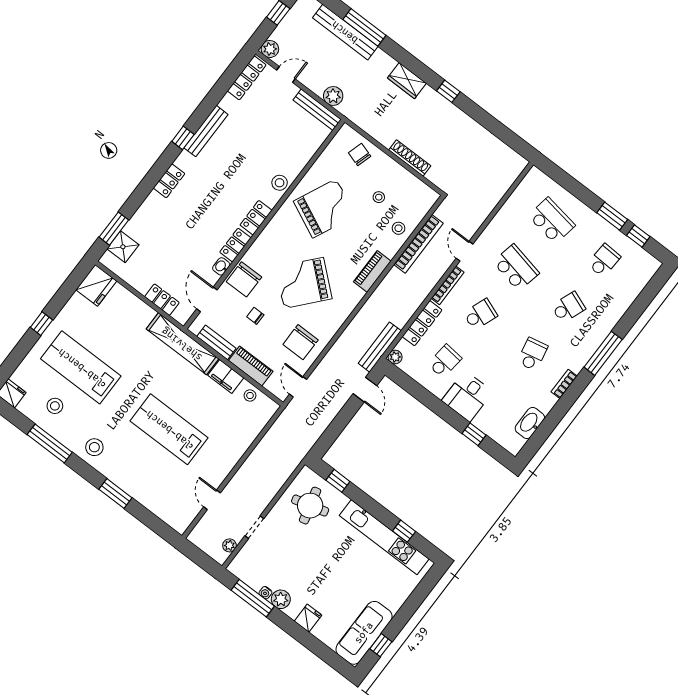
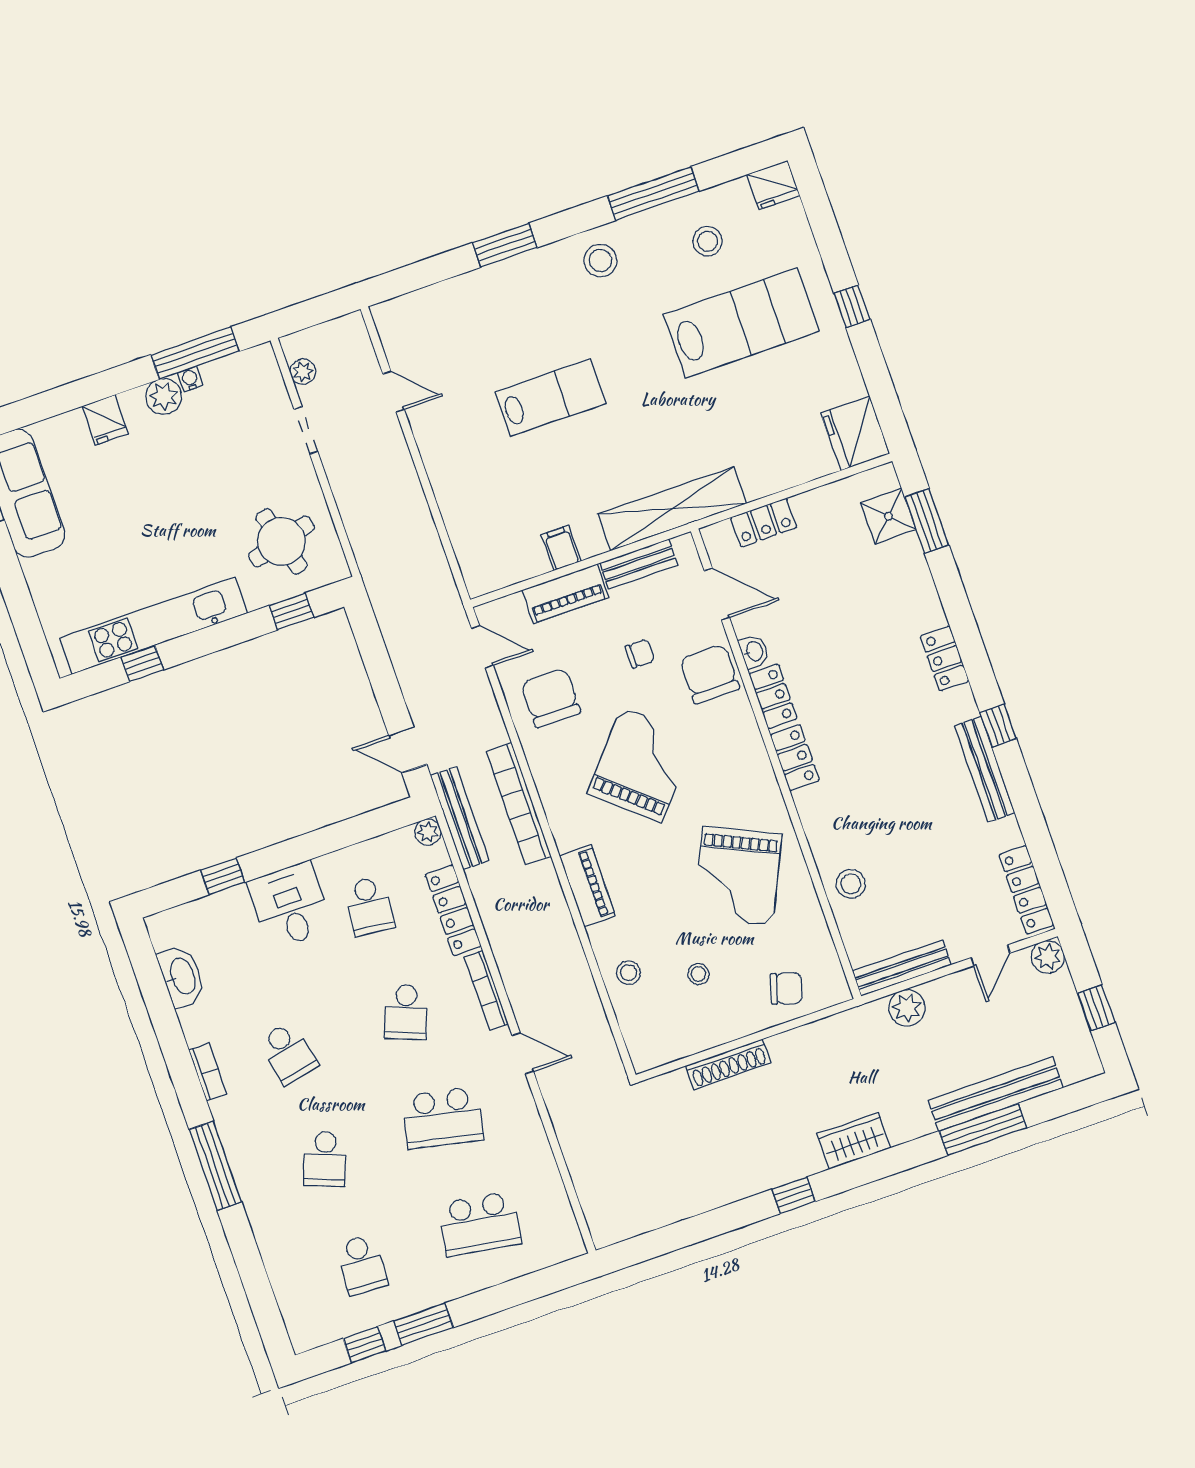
stool: (280, 183) -> (851, 884), moved
bookcase: (419, 244) -> (519, 804), moved
filing cabinet: (226, 376) -> (561, 548), width x0.50
stool: (250, 395) -> (519, 562), removed
lab bench: (169, 429) -> (550, 398), width x0.73, depth x0.72

